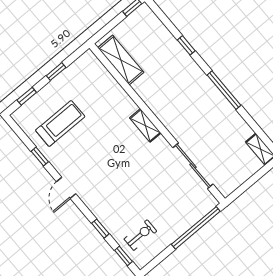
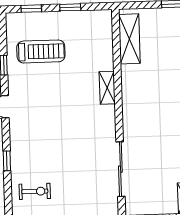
shelving: (145, 125) -> (107, 88), moved
window: (123, 256) -> (8, 197), removed

